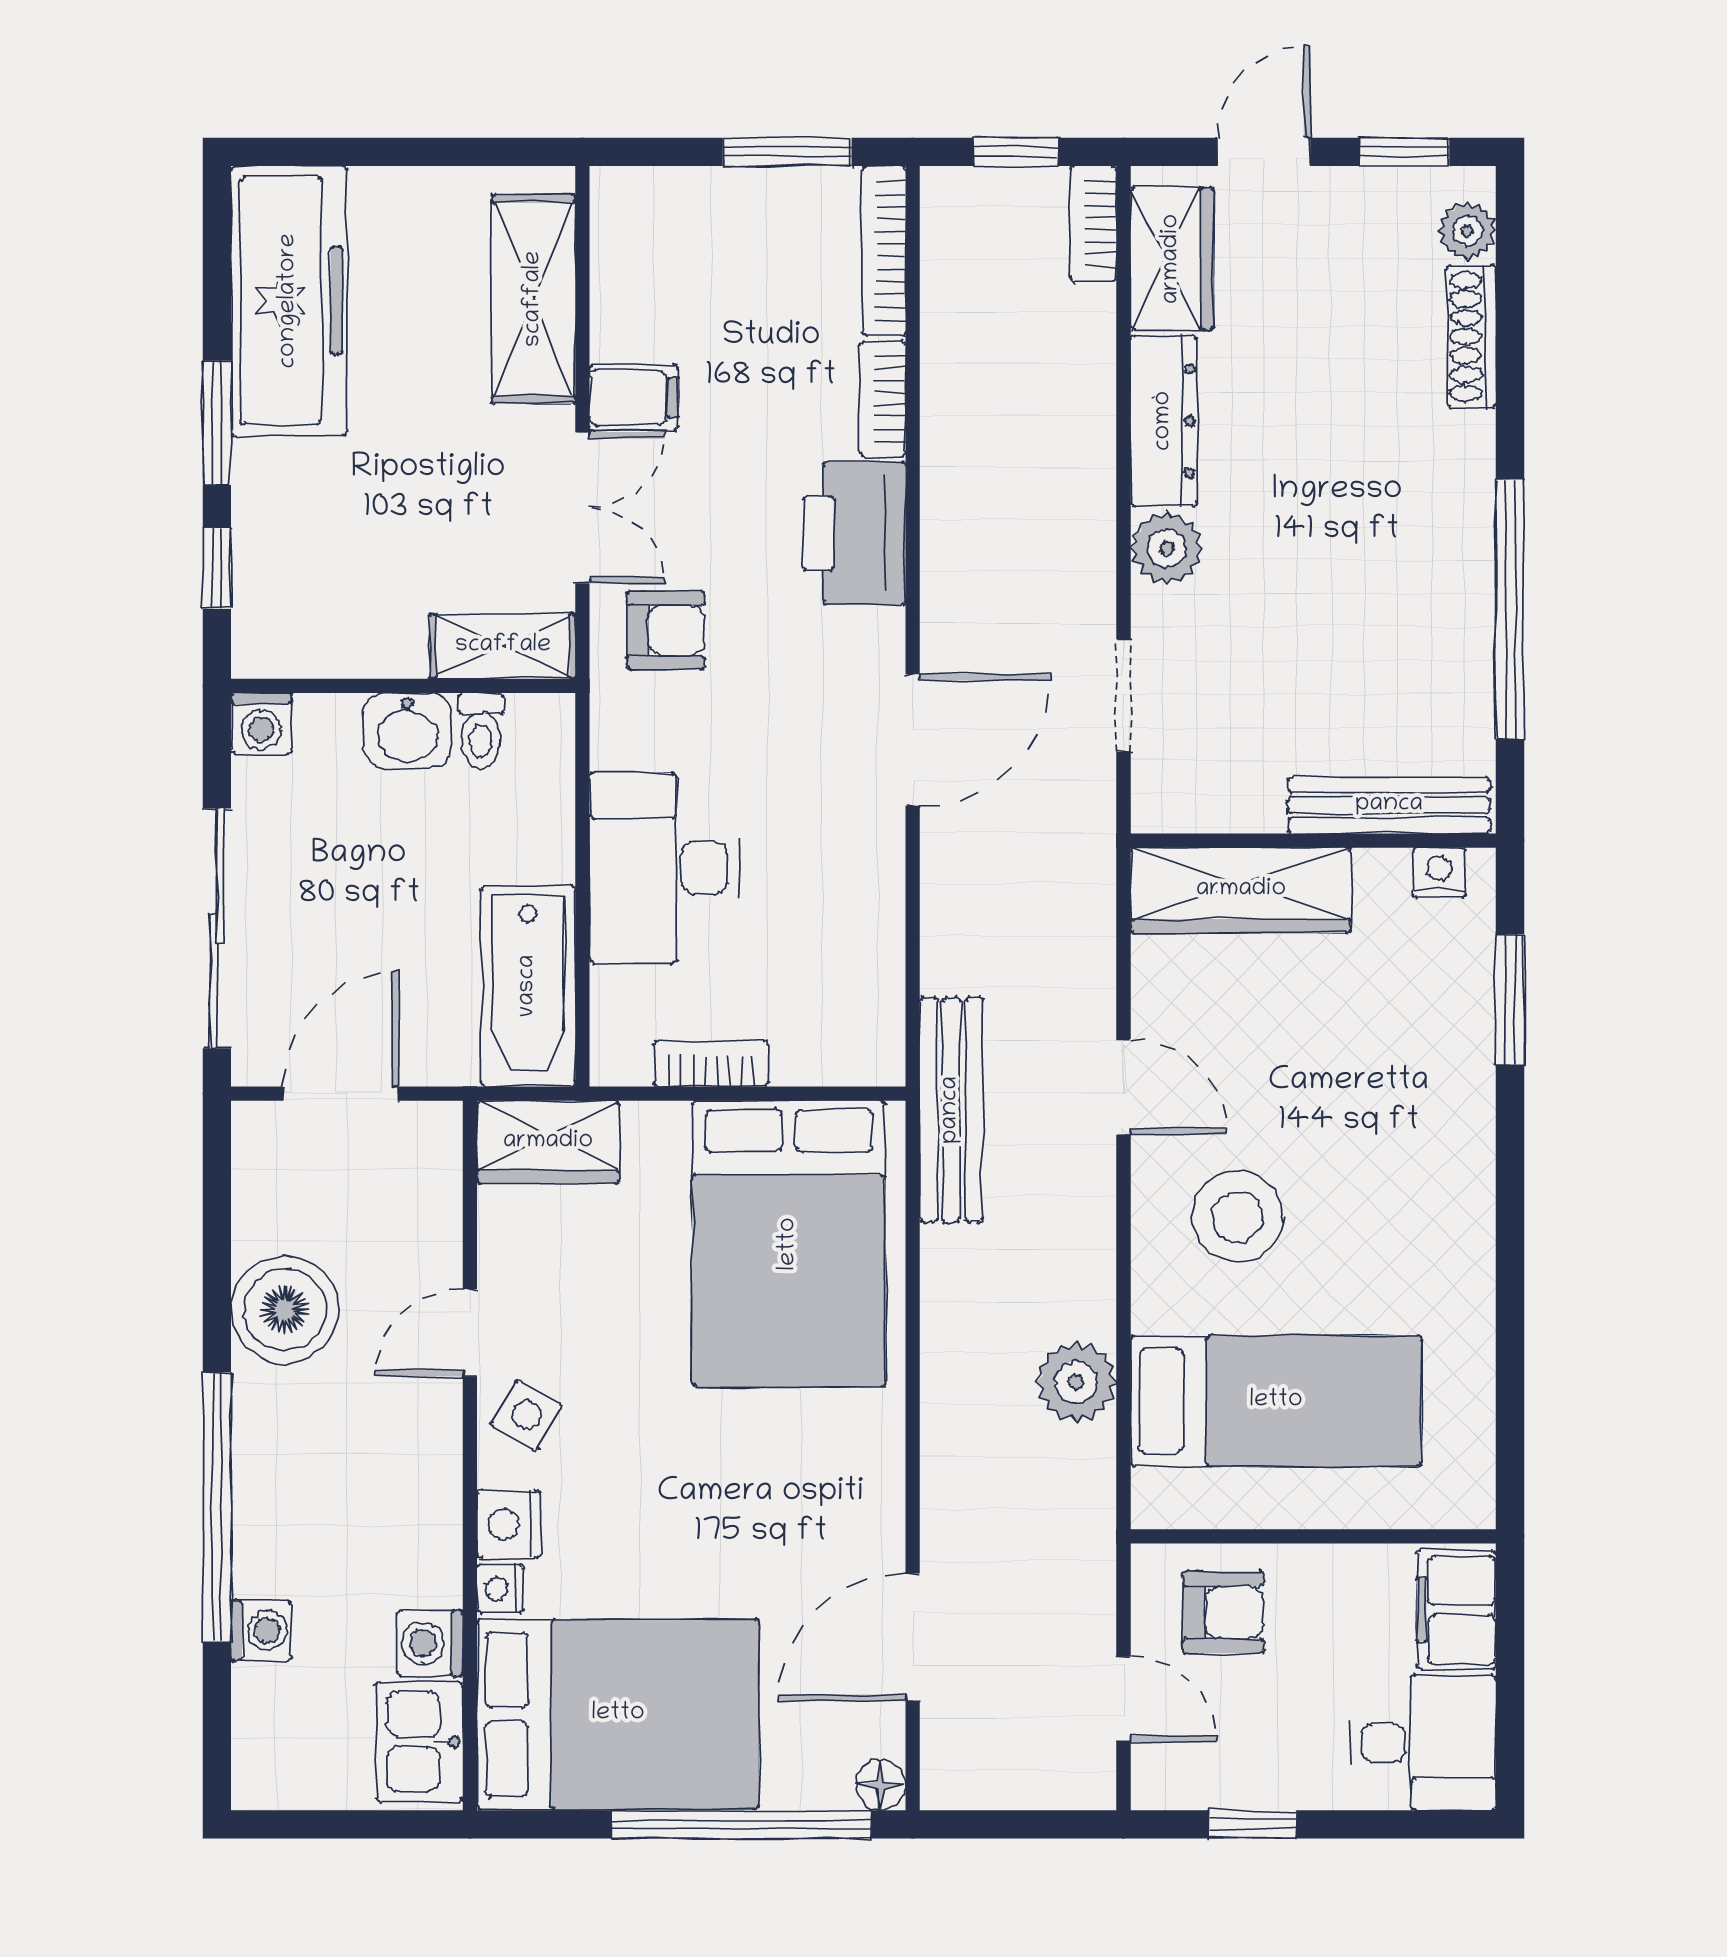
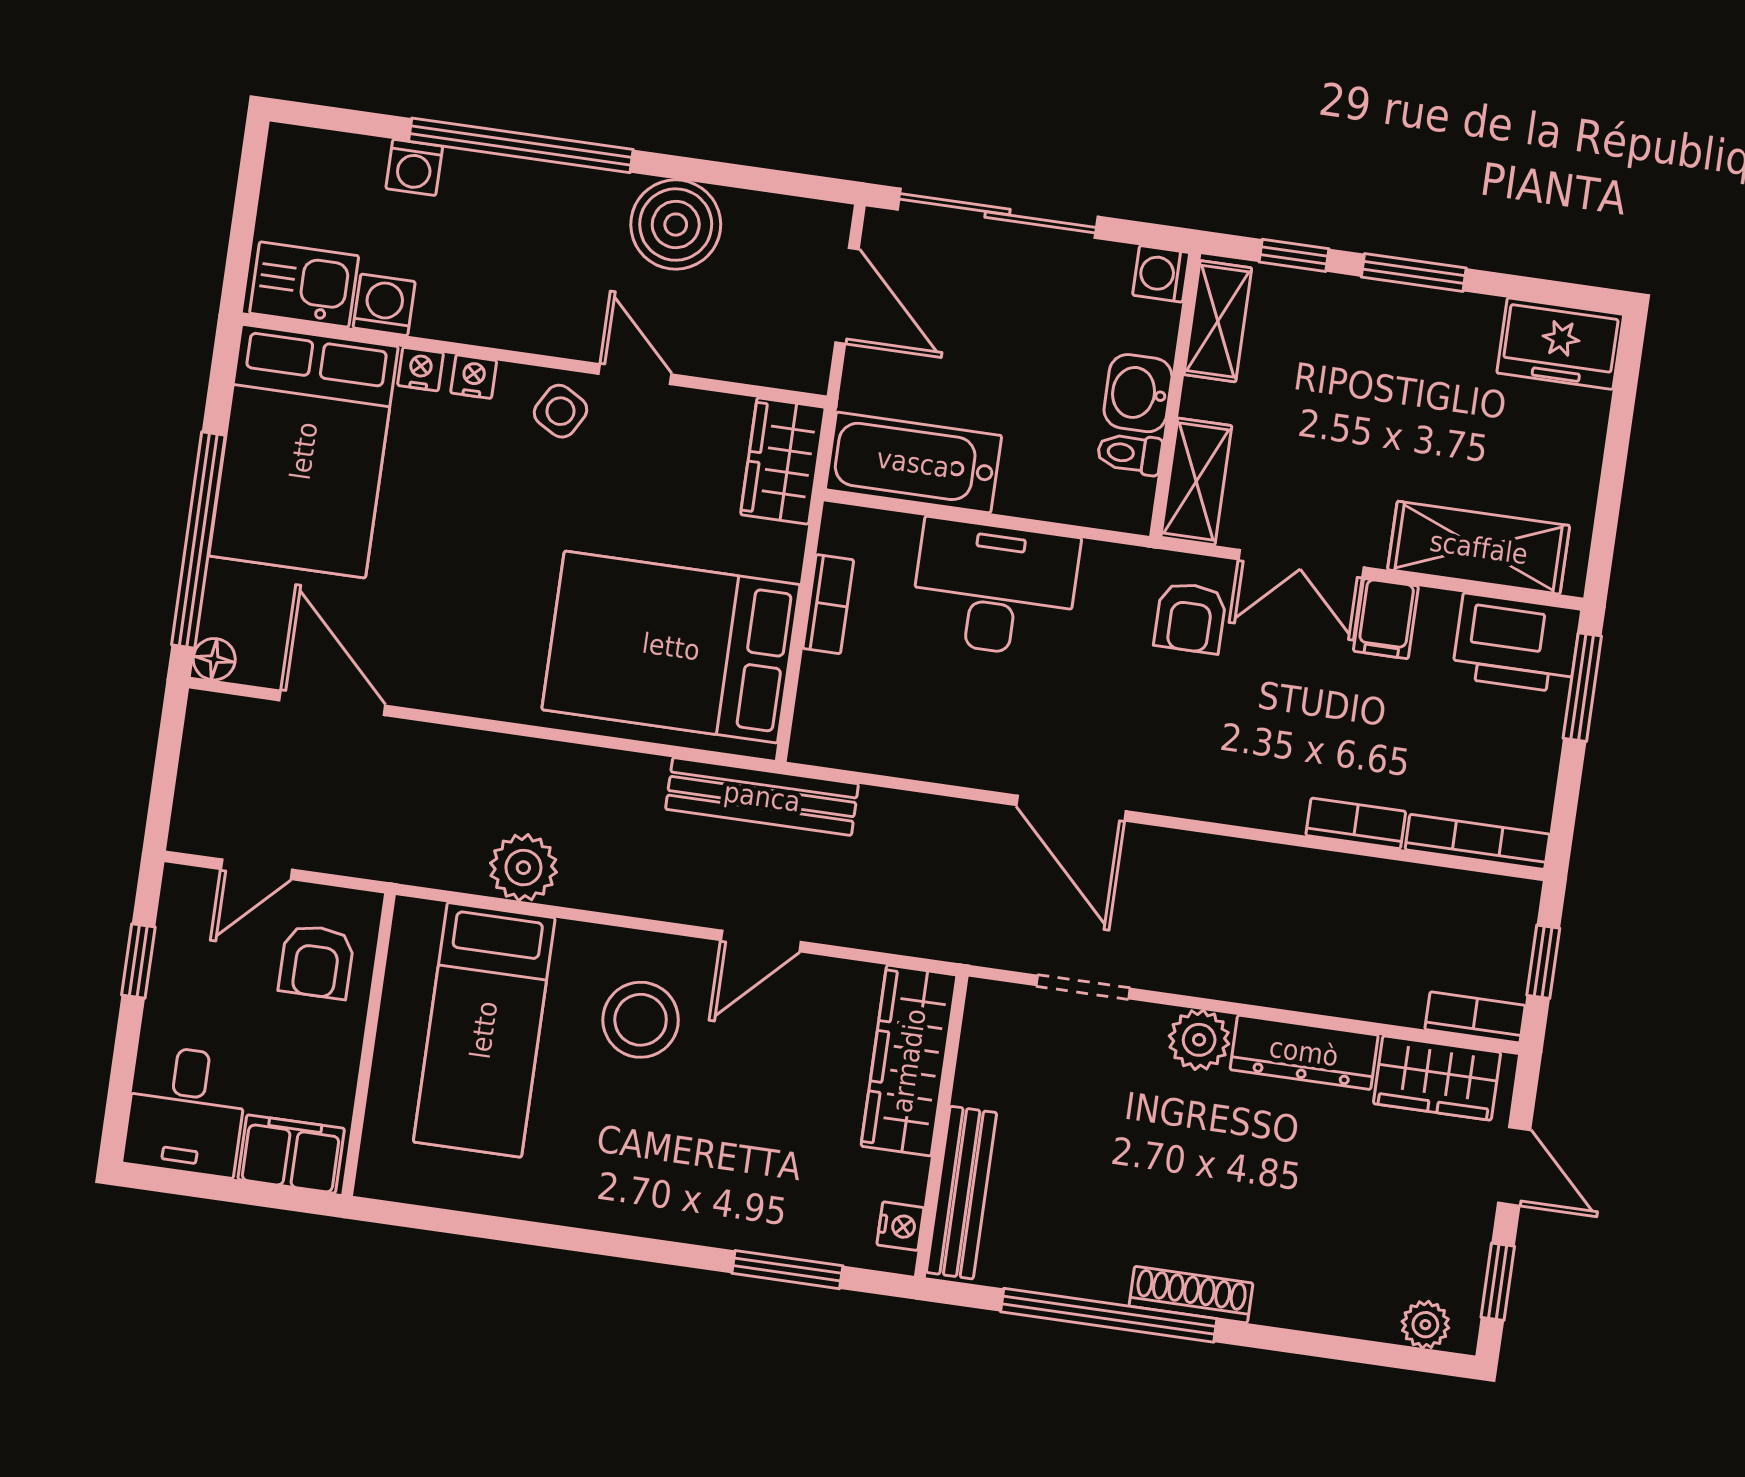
window: (787, 152) -> (1582, 687), moved
freezer: (289, 301) -> (1560, 344), width x0.52, depth x0.79
shoe rack: (1472, 337) -> (1191, 1295), moved
printer: (854, 533) -> (1517, 643), moved, turned 180
shelving: (308, 648) -> (1218, 321), added
nightstand: (508, 1524) -> (474, 377), width x0.72, depth x0.74

